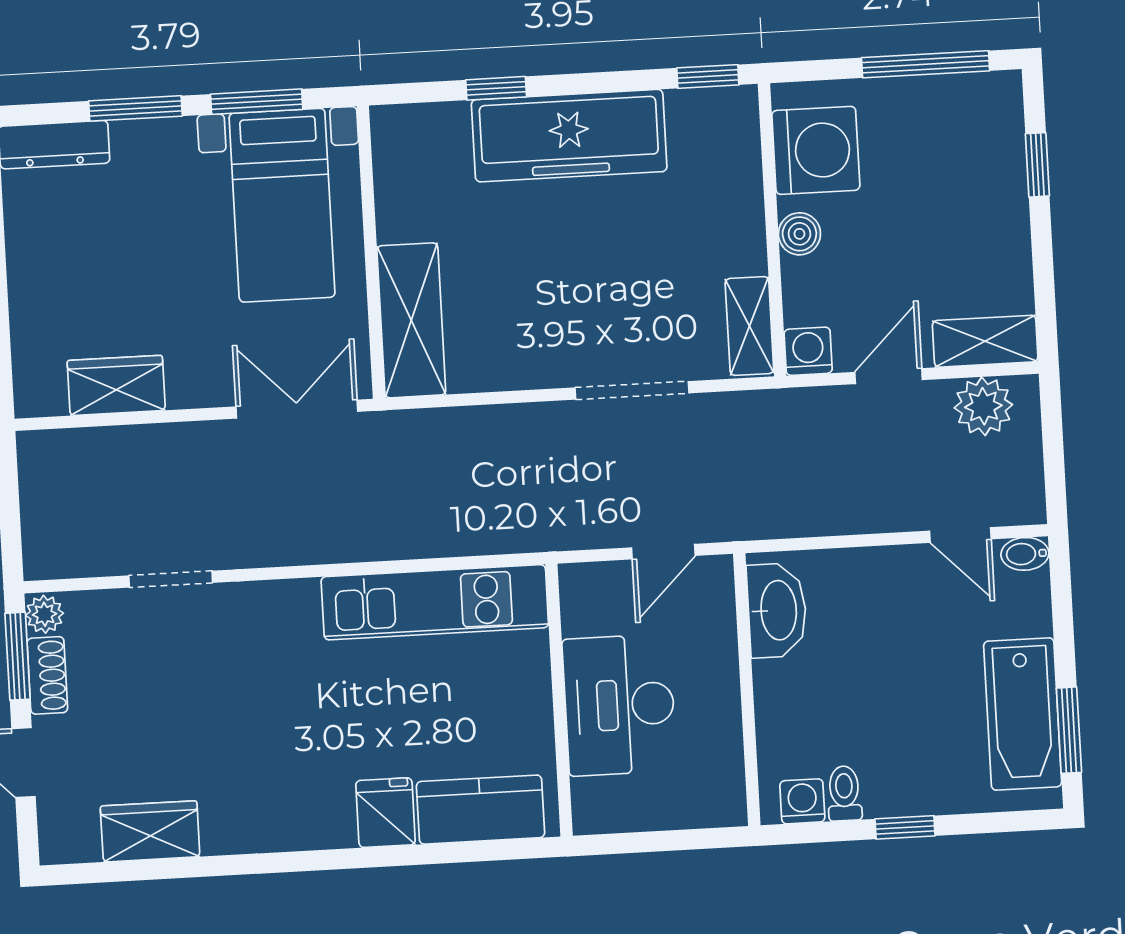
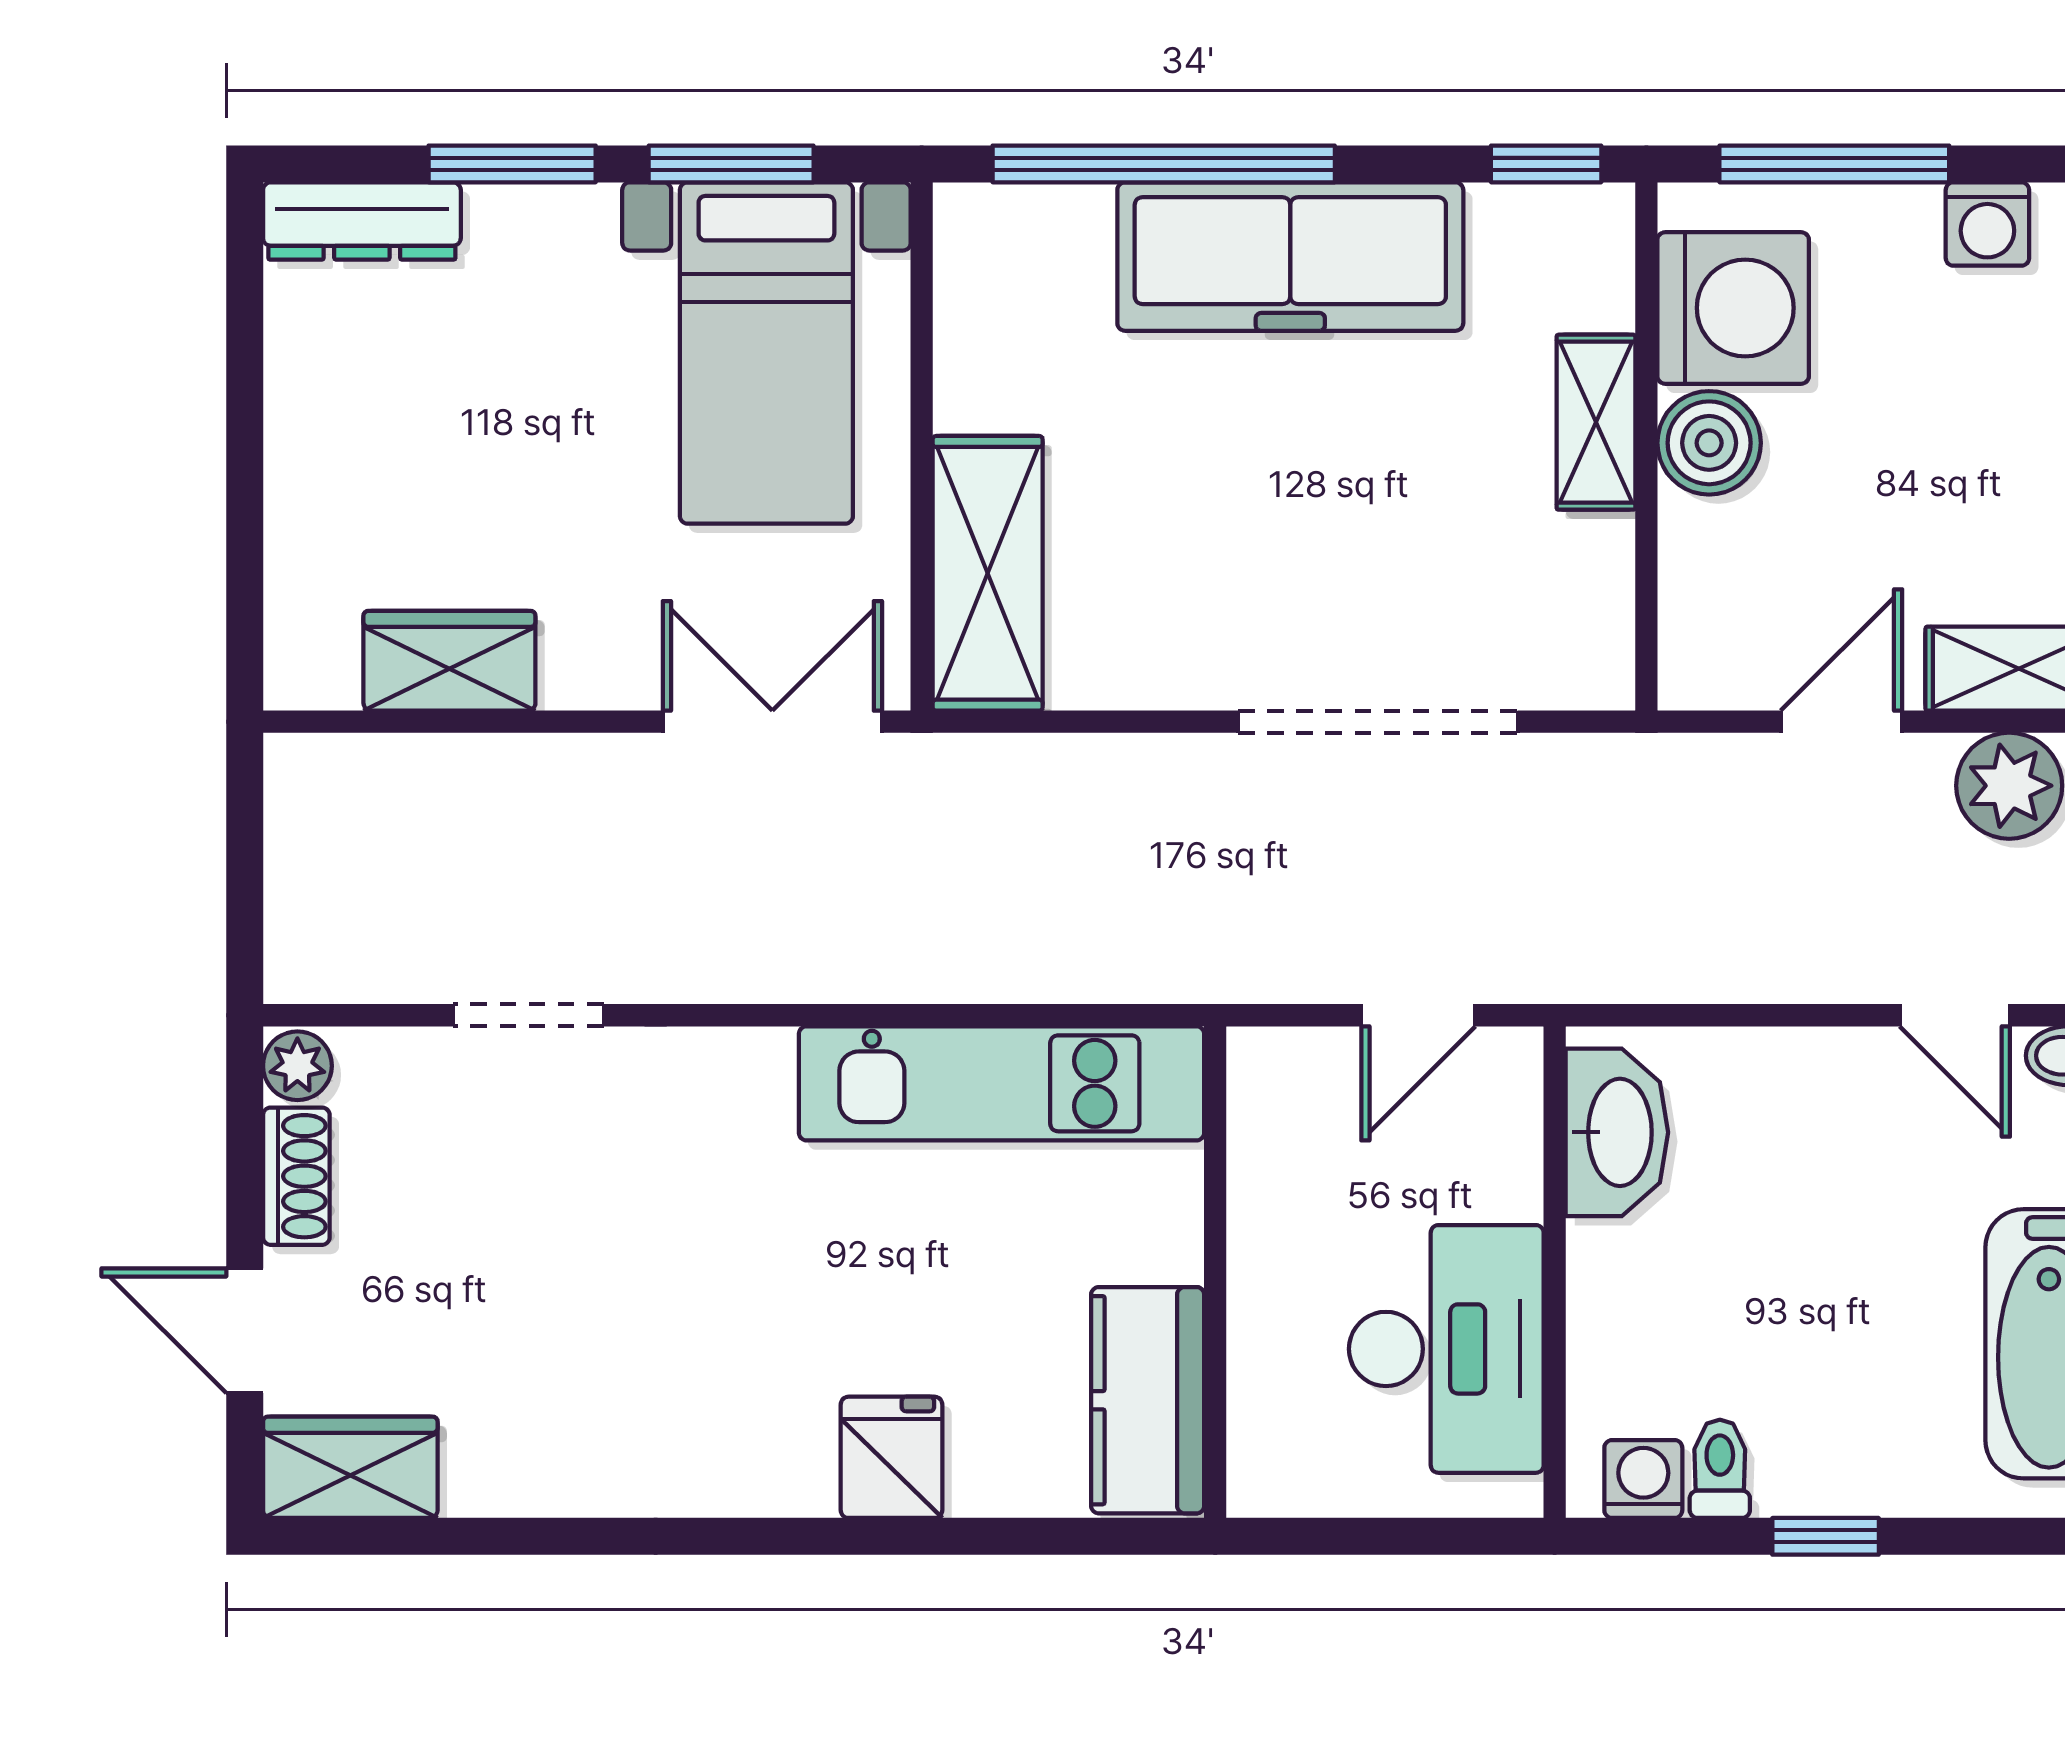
window: (926, 64) -> (1834, 164), moved
window: (496, 88) -> (1164, 164), width x3.17
boiler: (799, 234) -> (1709, 443), width x1.36, depth x1.36
shelving: (749, 326) -> (1596, 422), moved
washing machine: (808, 351) -> (1987, 224), moved, turned 180
doorway: (632, 390) -> (1378, 722), width x1.36
window: (18, 656) -> (245, 1139), removed
desk: (619, 705) -> (1446, 1349), moved, turned 180
kitchen counter: (480, 810) -> (1148, 1400), moved, turned -90
wardrobe: (150, 831) -> (350, 1467), moved

